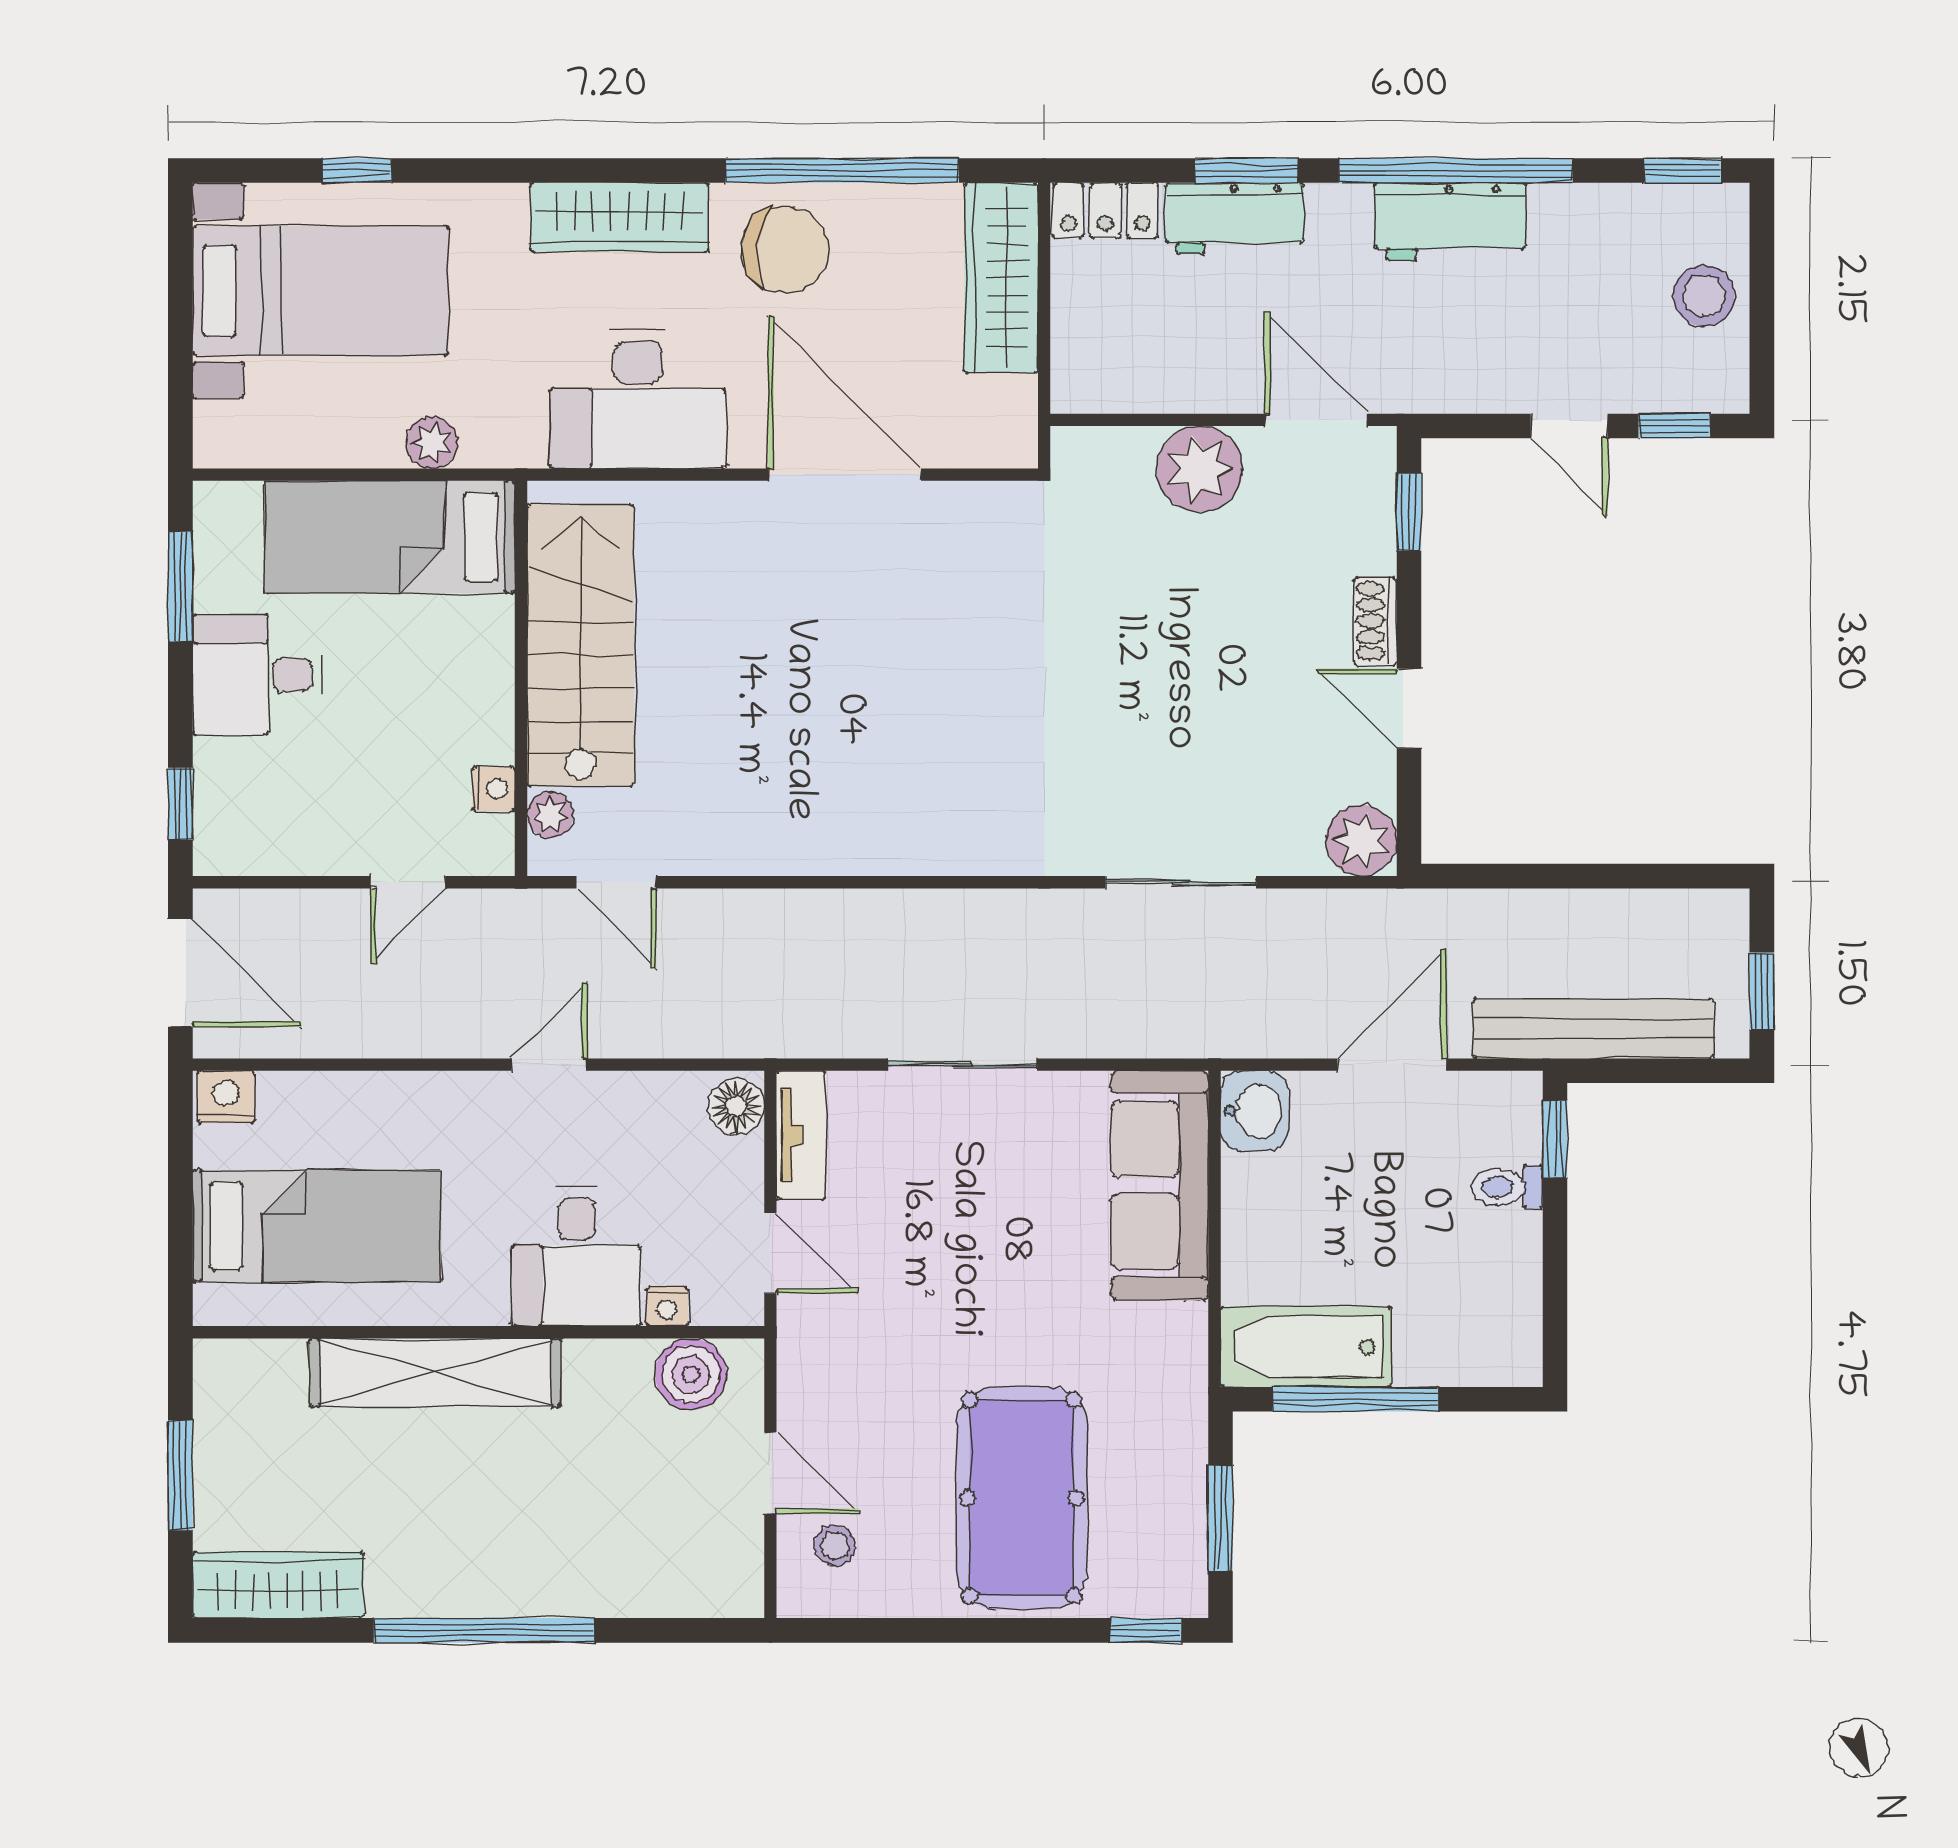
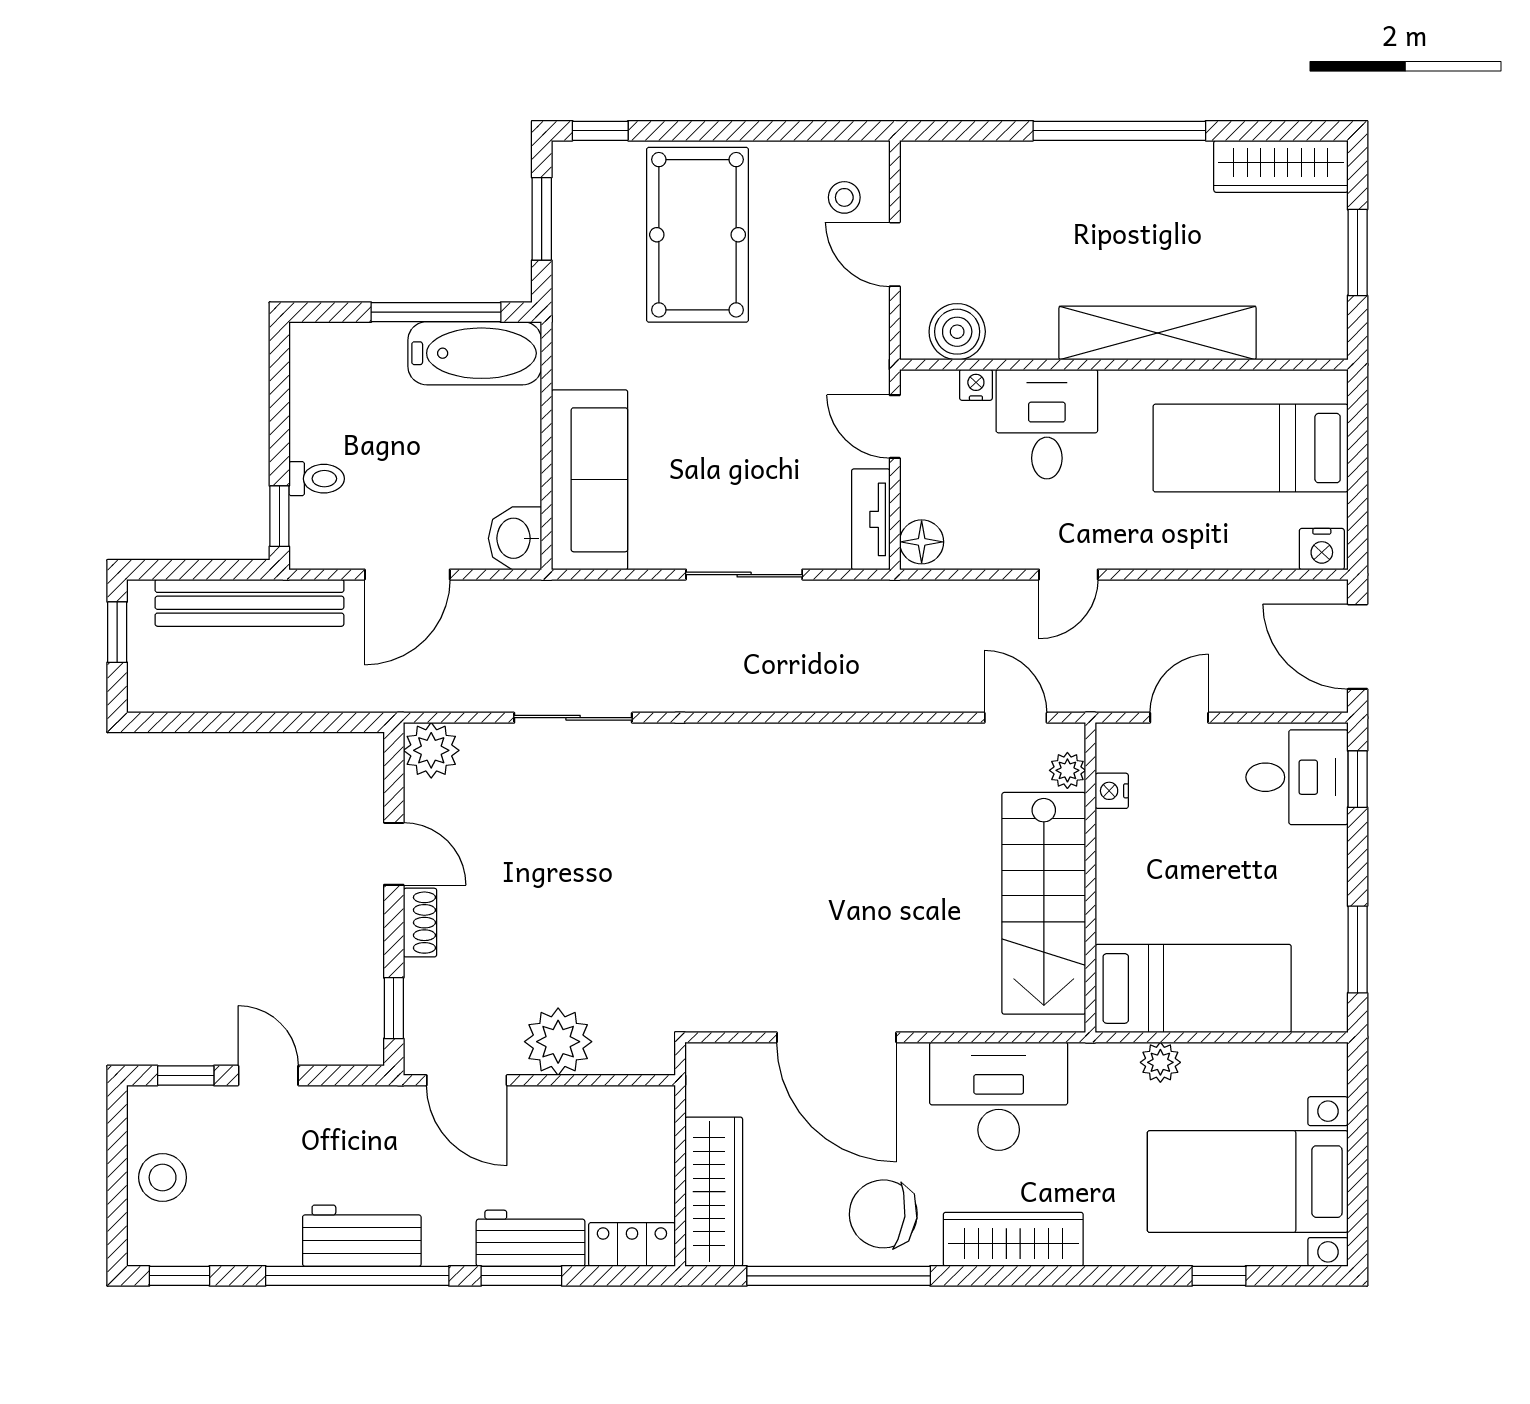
desk: (258, 675) -> (1297, 777), moved

